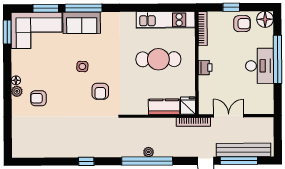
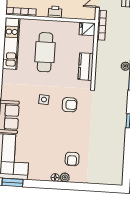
side table: (82, 66) -> (44, 100), moved
kitchen counter: (164, 107) -> (86, 67), moved

